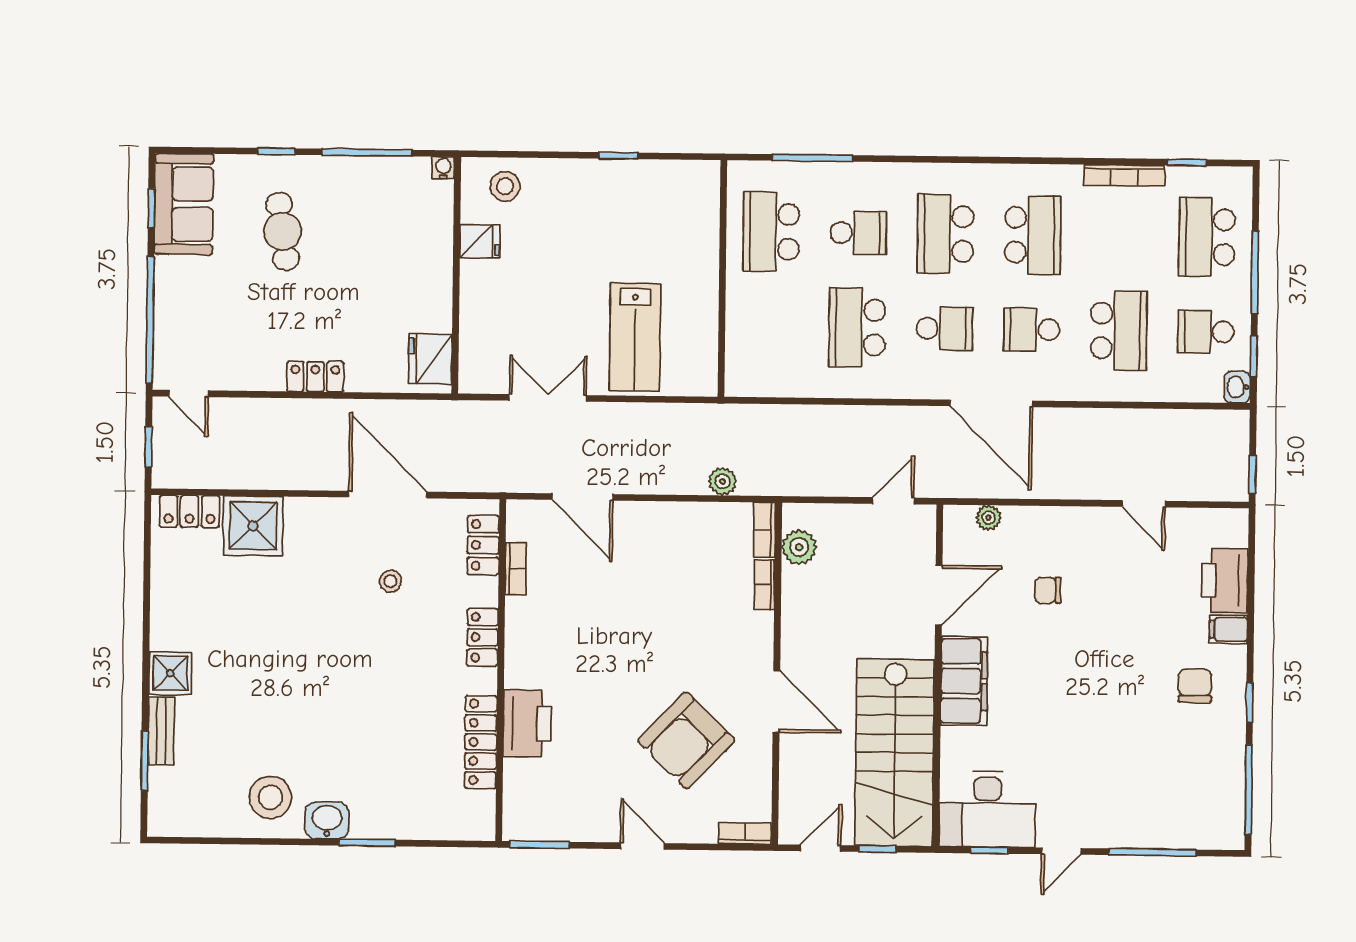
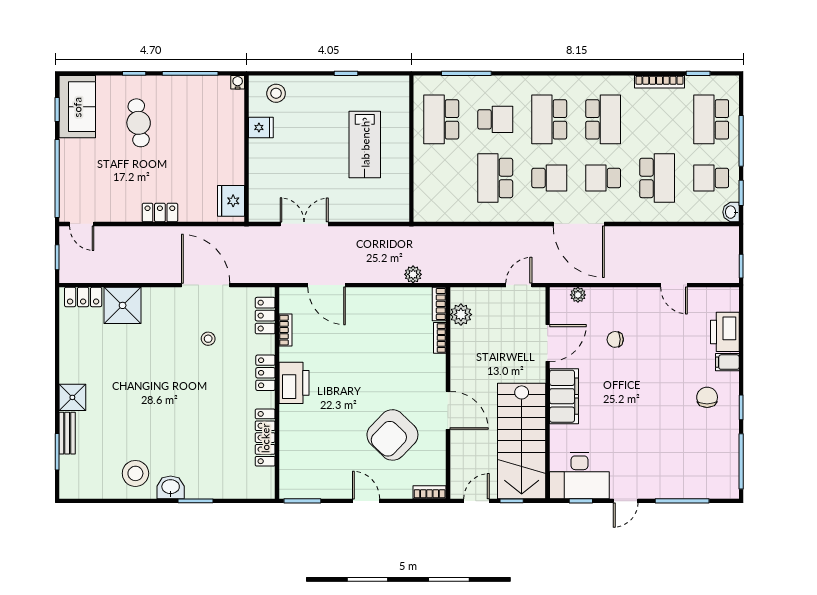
lab bench: (635, 337) -> (365, 144), moved
printer: (527, 723) -> (294, 383), moved

